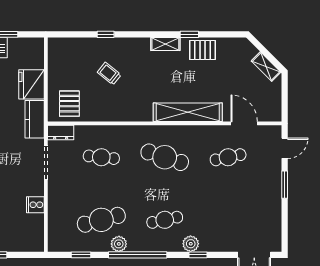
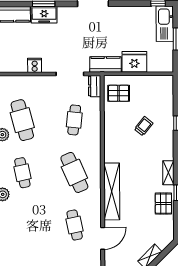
cafe table: (165, 157) -> (74, 172), turned -42

